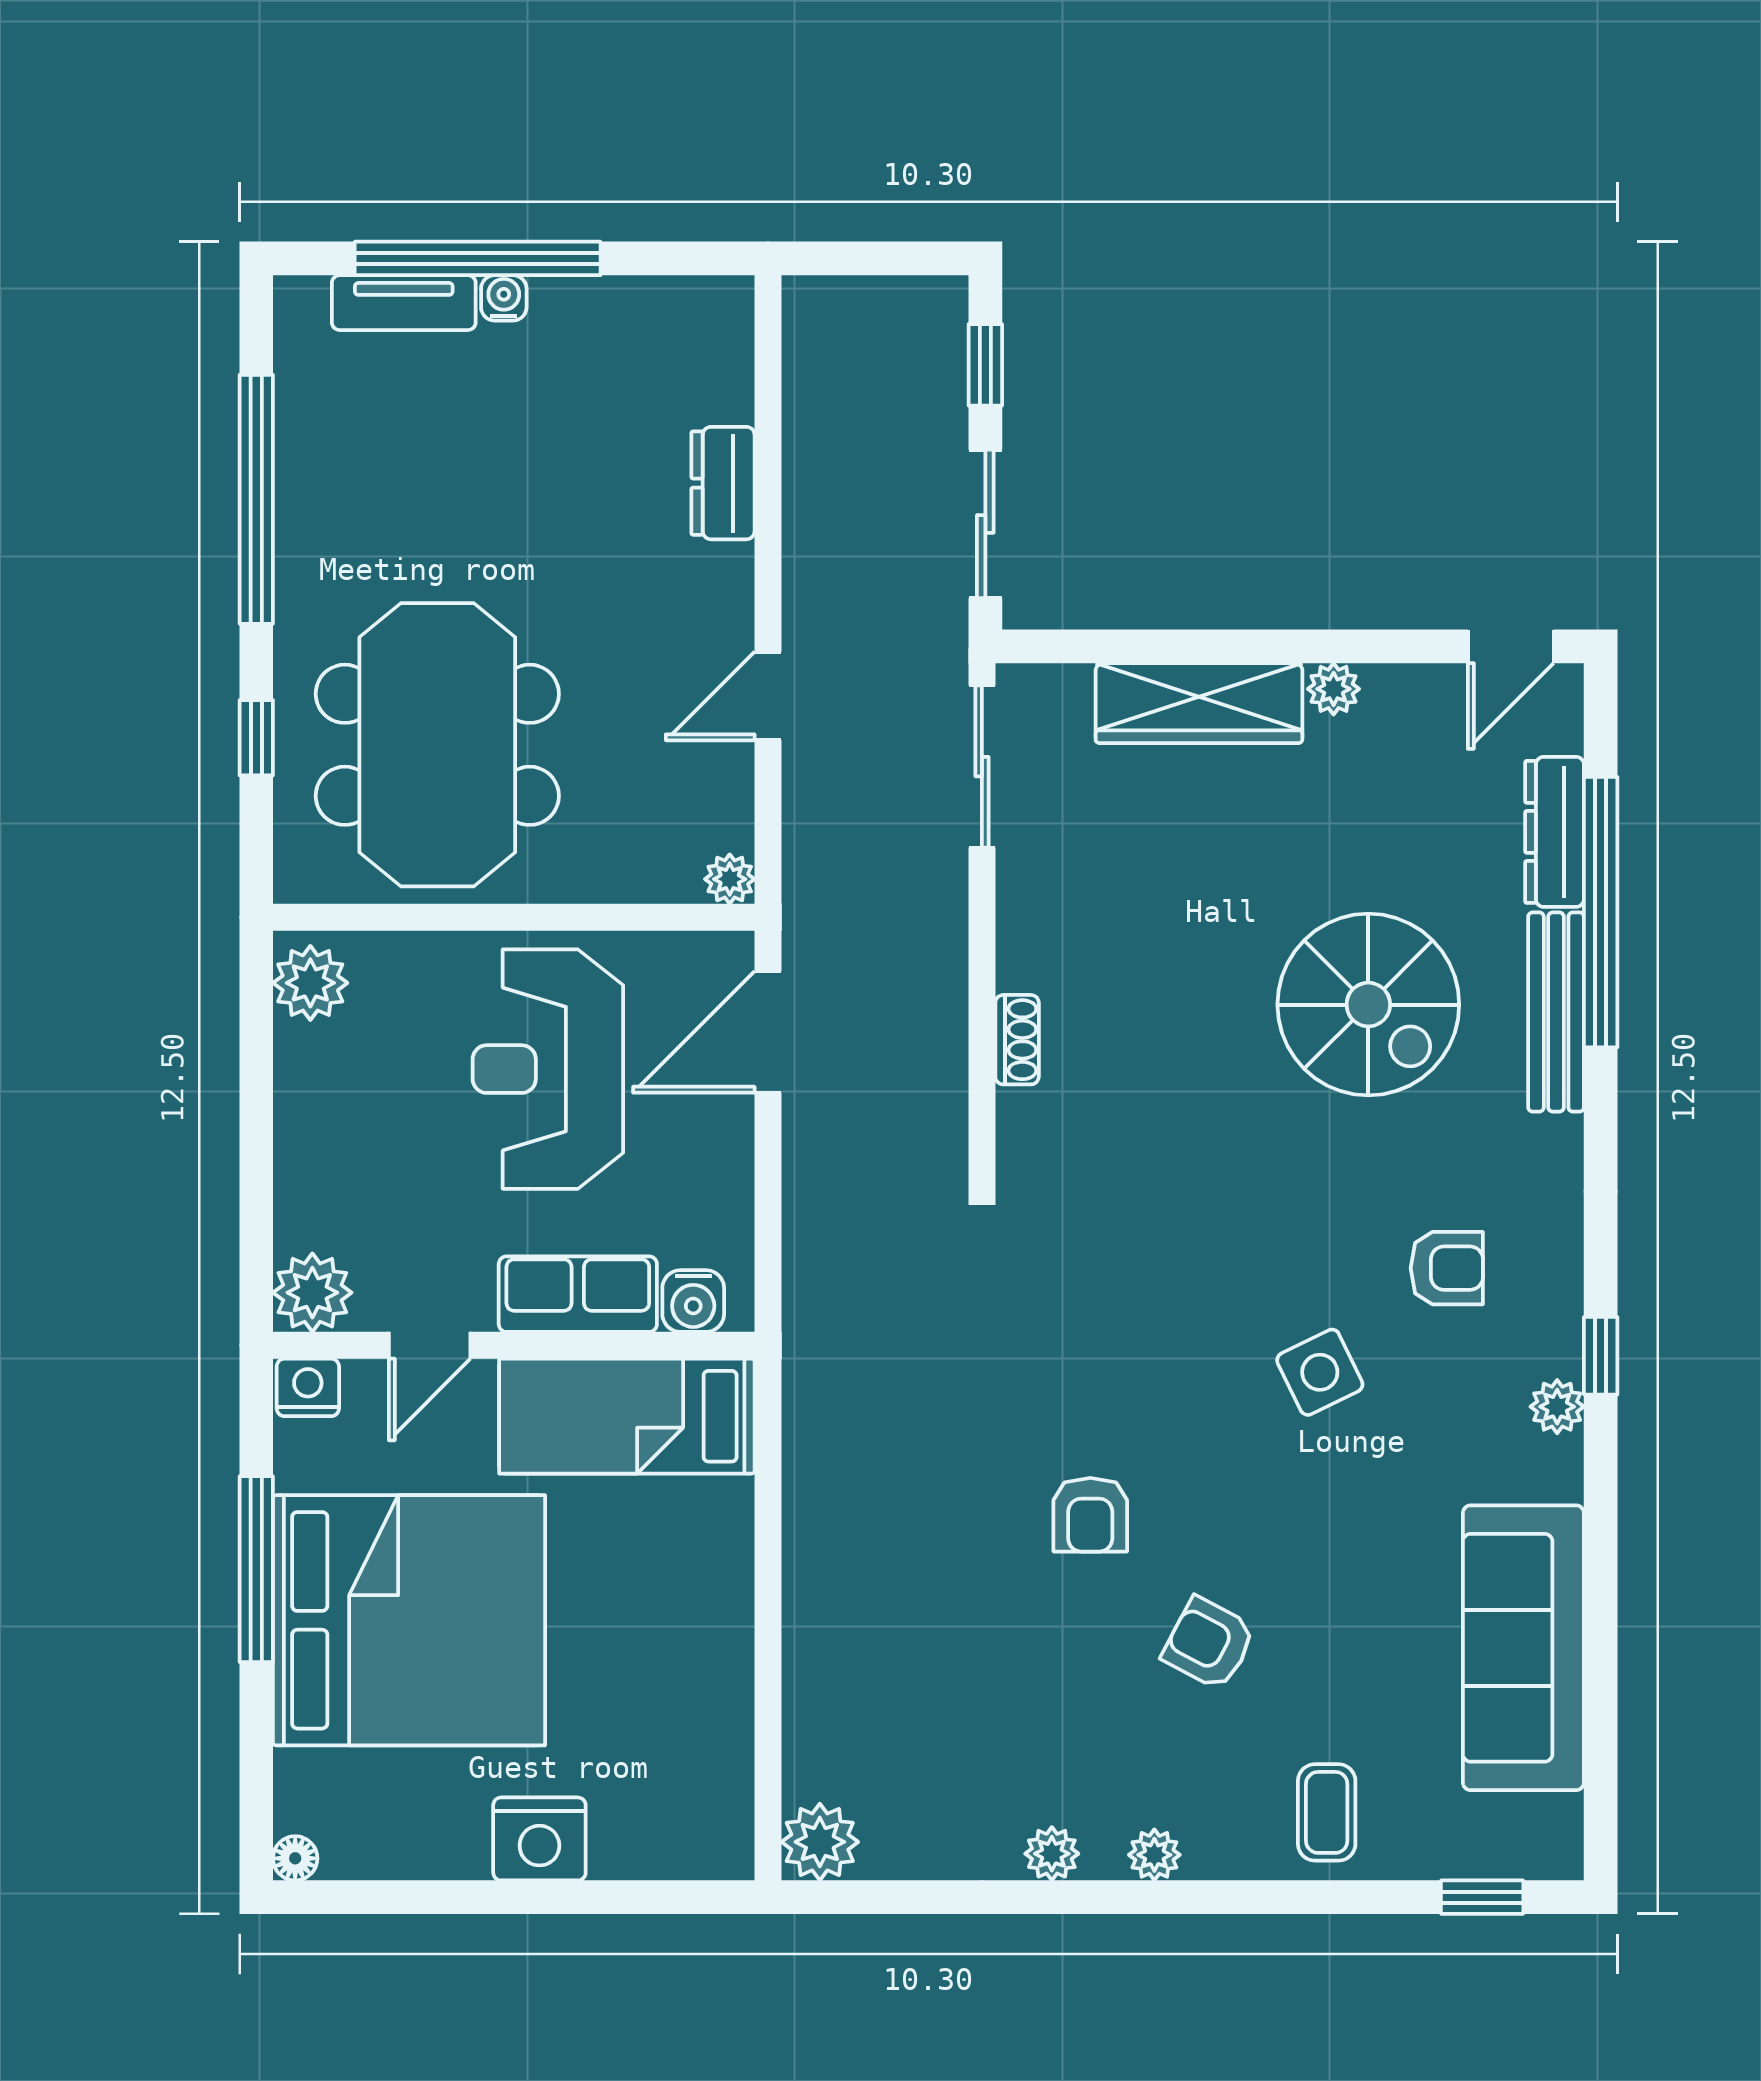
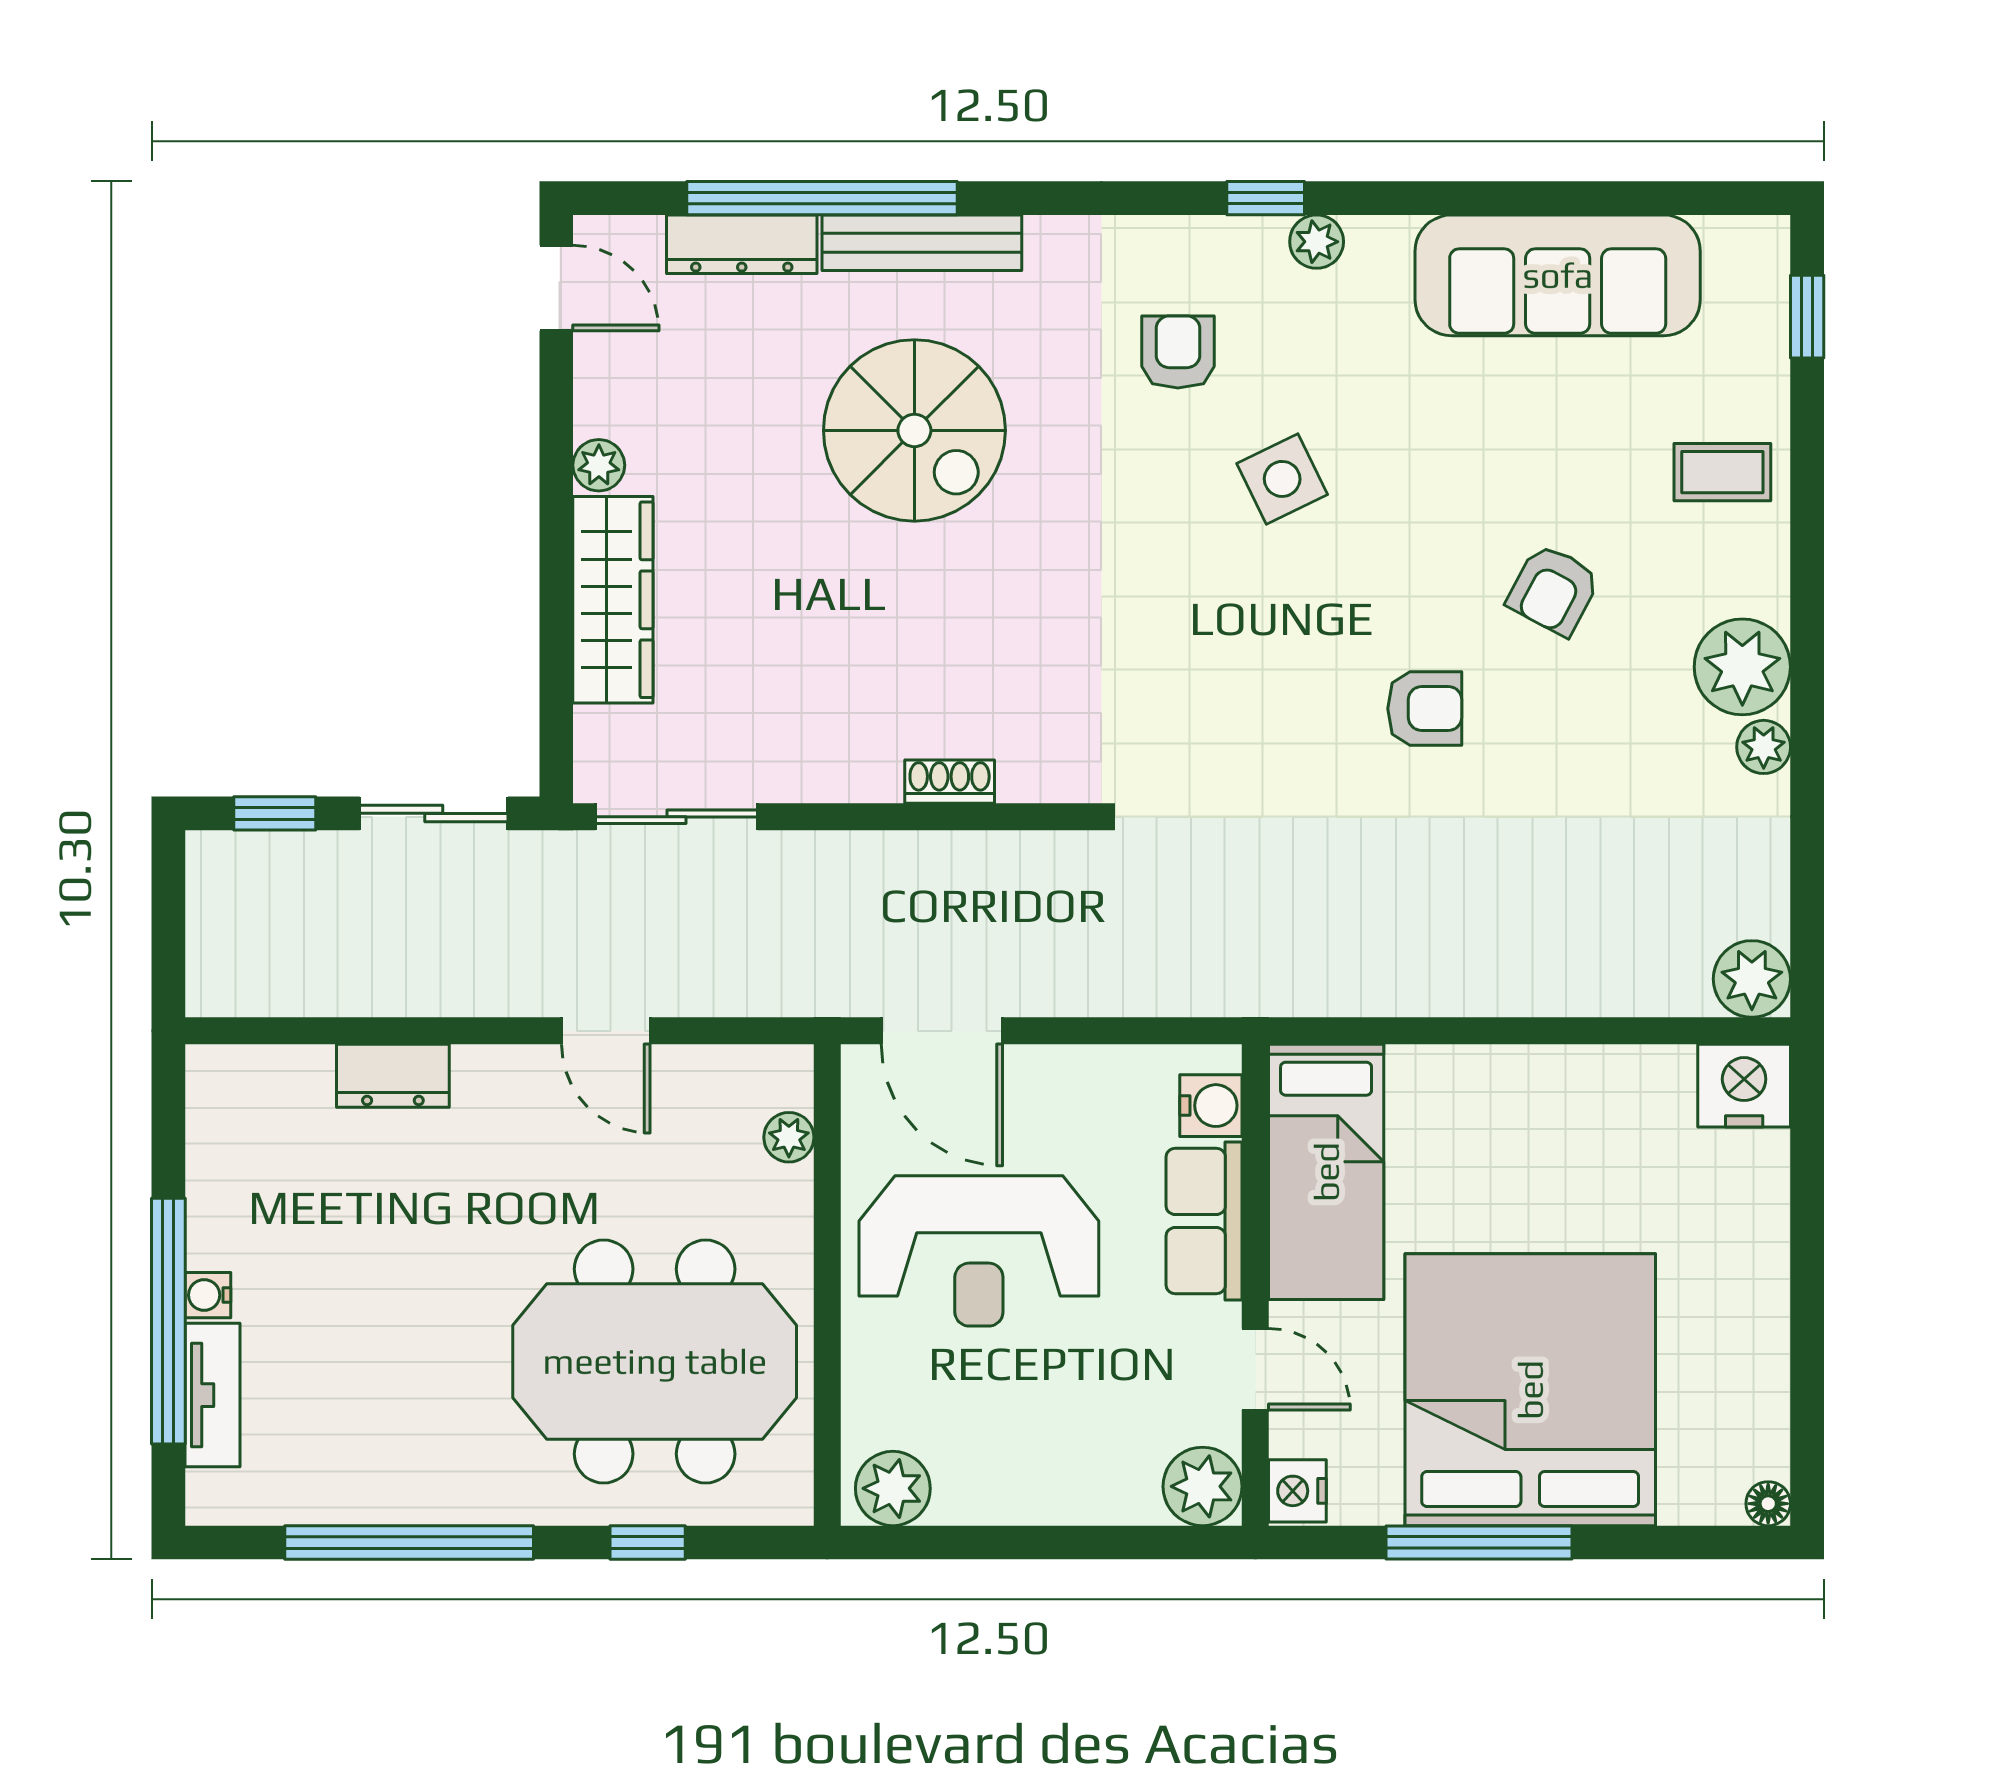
plant: (730, 879) -> (789, 1137), moved
spiral stairs: (1368, 1005) -> (914, 430), turned 90
nightstand: (539, 1839) -> (1744, 1086), moved, turned -90
plant: (1154, 1855) -> (1742, 667), width x1.88, depth x1.88

